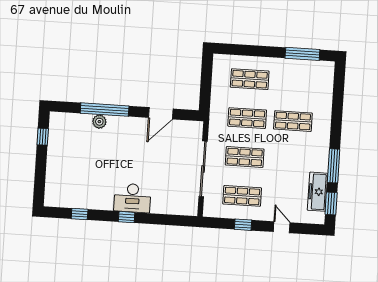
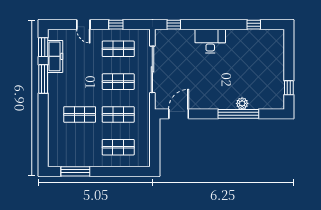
door: (161, 113) -> (179, 114), moved
window: (127, 217) -> (174, 25), moved

